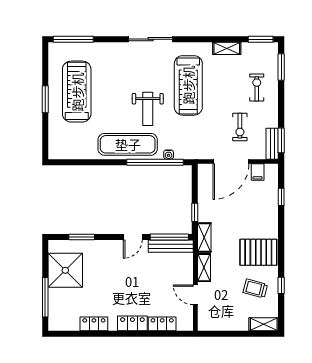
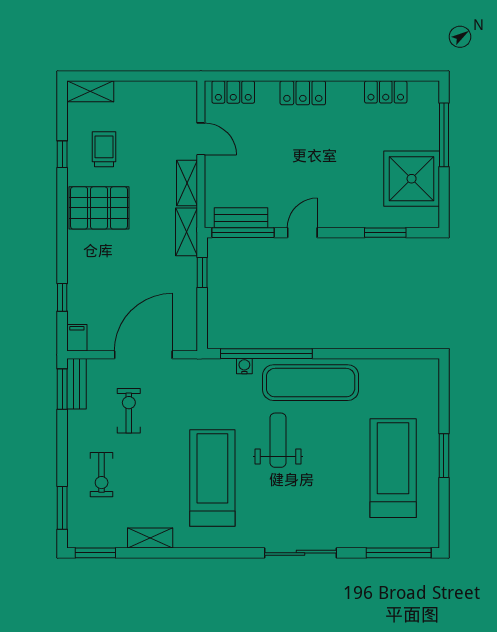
sliding door: (151, 39) -> (300, 553), moved
treadmill: (77, 92) -> (393, 468), turned 180
filing cabinet: (258, 172) -> (77, 338), moved
bench: (171, 246) -> (241, 218), width x0.73
trolley: (255, 288) -> (104, 149), turned -105
locker: (94, 324) -> (386, 92), moved
locker: (162, 324) -> (233, 92), moved

